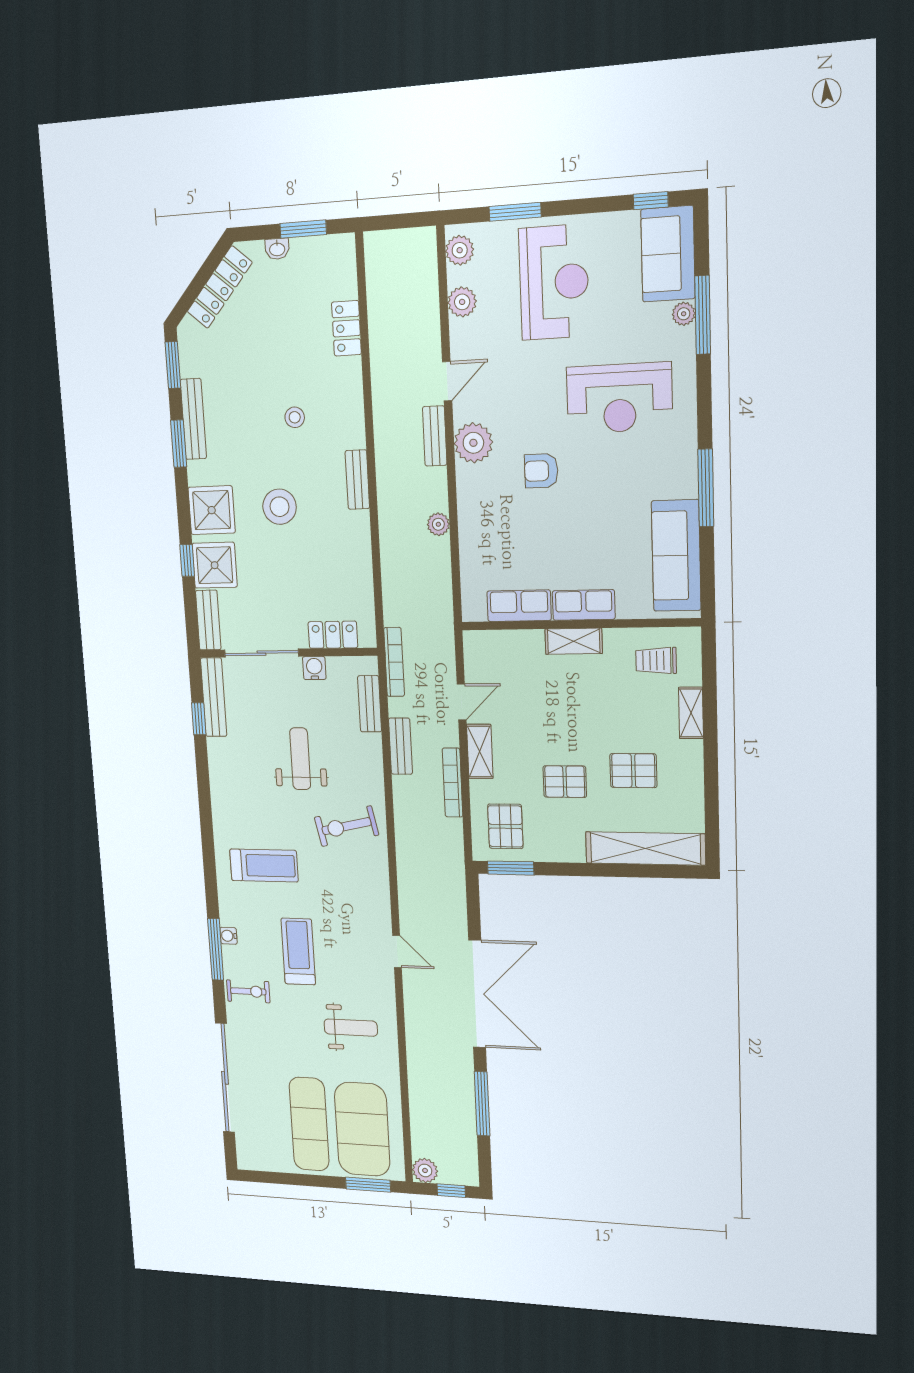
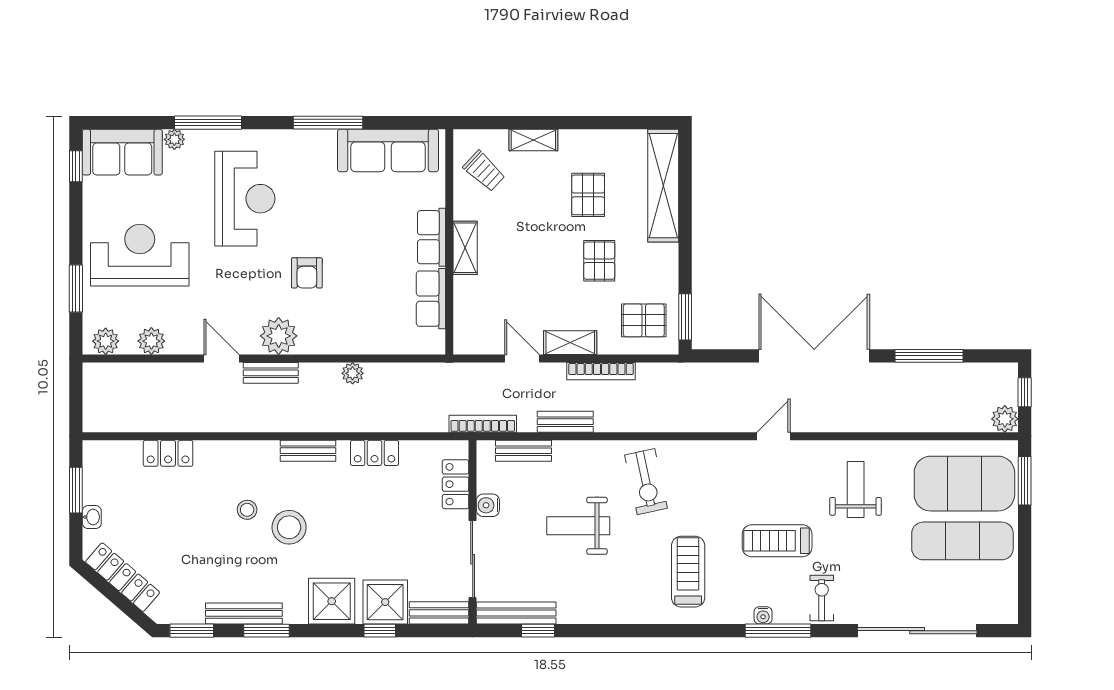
window: (703, 315) -> (208, 123), moved
stool: (280, 507) -> (289, 527), moved
locker: (359, 550) -> (375, 453), added
trolley: (656, 661) -> (484, 171), turned -47

